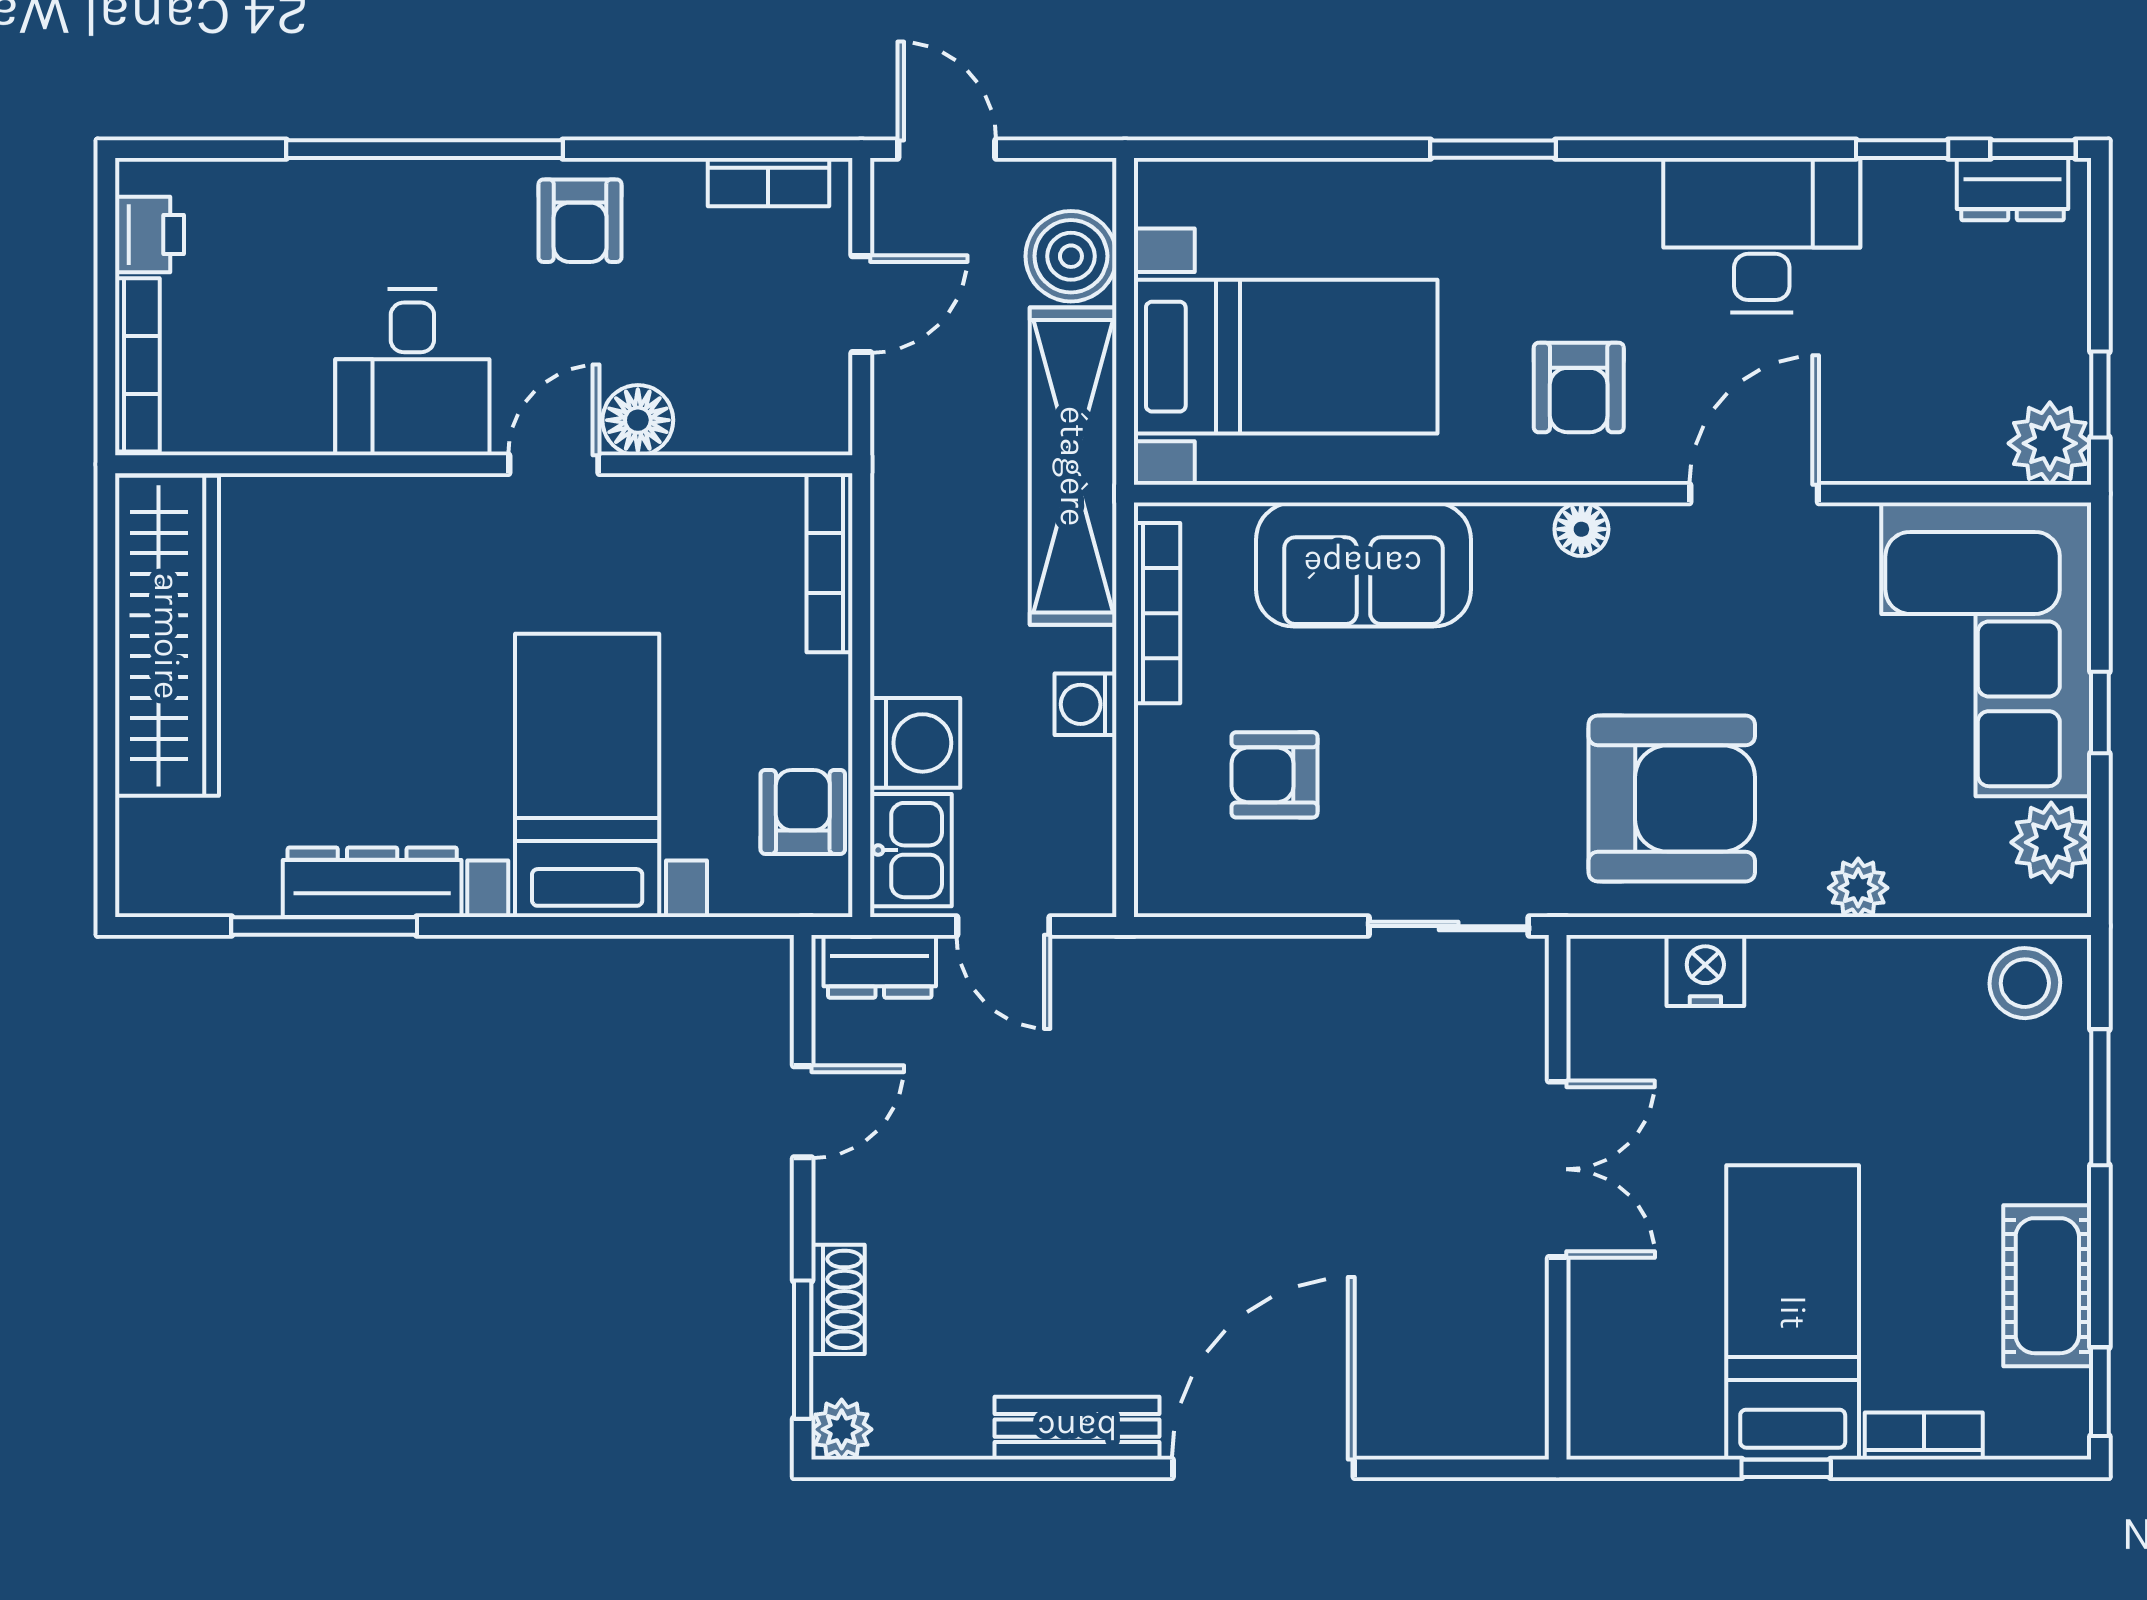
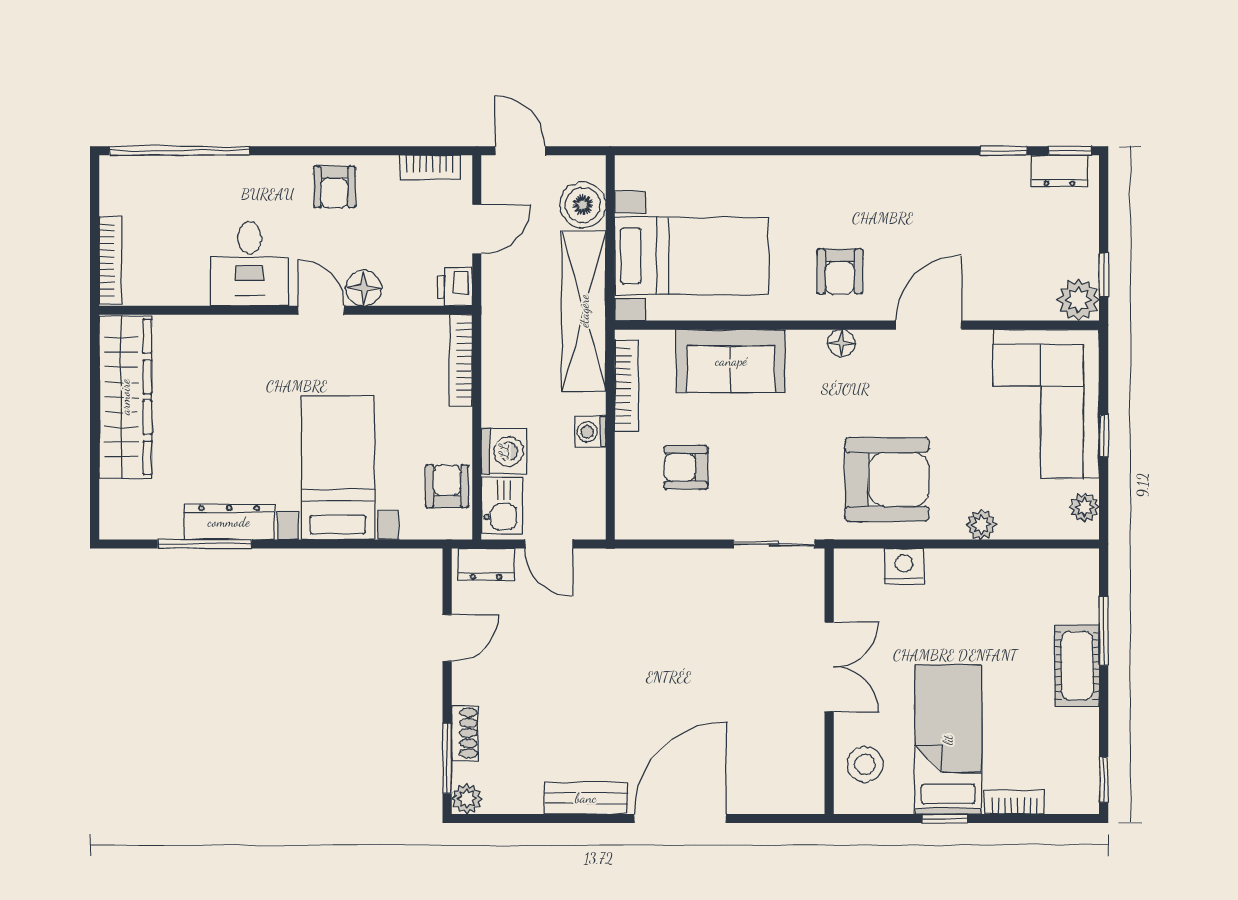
window: (424, 149) -> (180, 151), moved
window: (1493, 149) -> (797, 151), removed
printer: (150, 235) -> (455, 287), moved, turned 180
desk: (1762, 235) -> (933, 194), removed
door: (554, 464) -> (321, 310), hinge flipped
plant: (2051, 842) -> (1085, 507), width x0.73, depth x0.73
stool: (2025, 983) -> (865, 764), moved
cot: (2047, 1286) -> (1077, 666), moved

